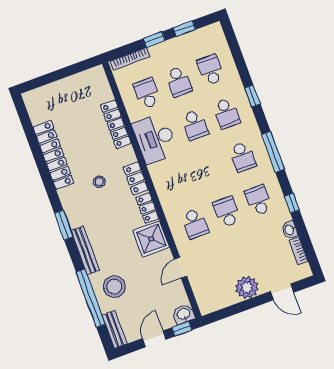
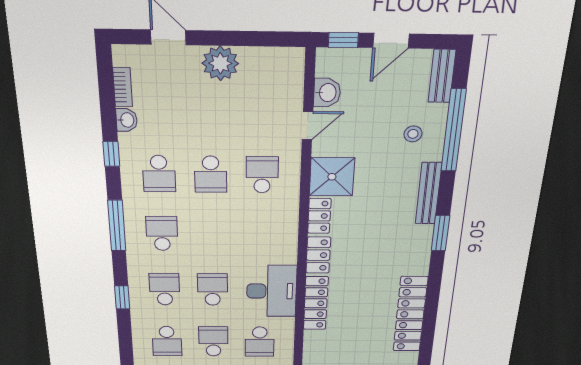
locker: (116, 124) -> (316, 303), moved
stool: (99, 182) -> (368, 267), removed
stool: (114, 287) -> (413, 134), width x0.53, depth x0.53
washbasin: (184, 314) -> (327, 93), moved, turned -90

